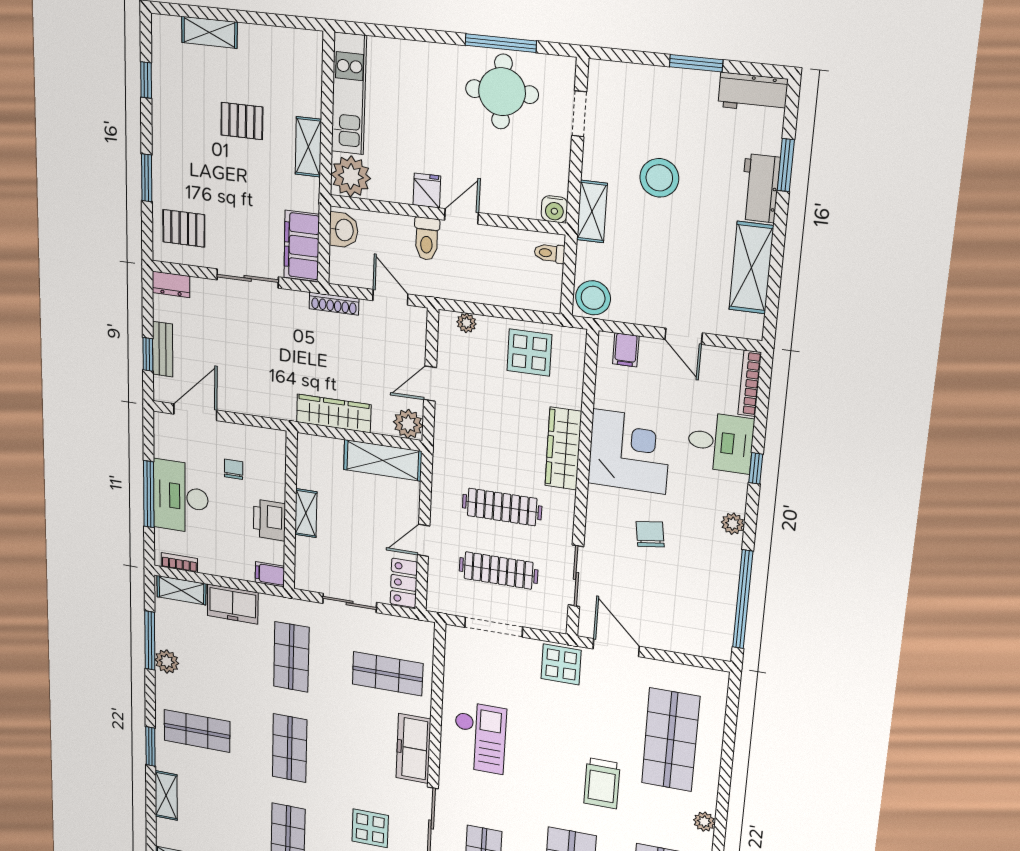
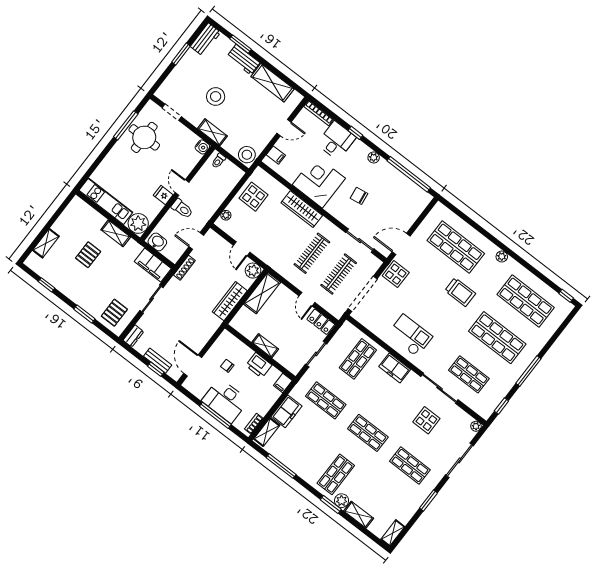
doorway: (494, 627) -> (363, 294), width x1.36
plant: (167, 661) -> (342, 501), moved
freezer: (413, 749) -> (395, 368), width x0.71

